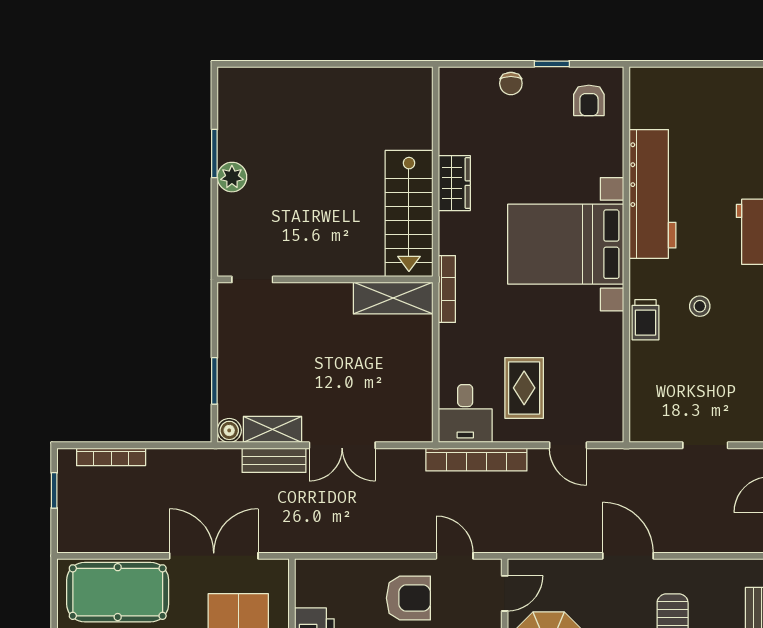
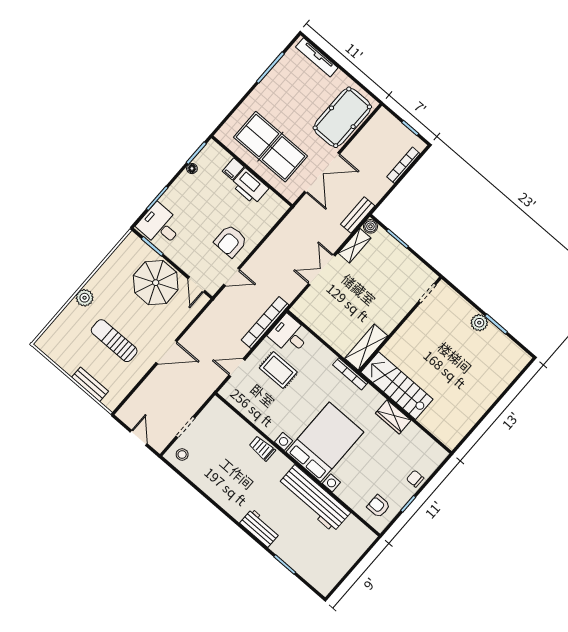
stool: (700, 306) -> (182, 454), moved
bench: (274, 460) -> (358, 215), moved

